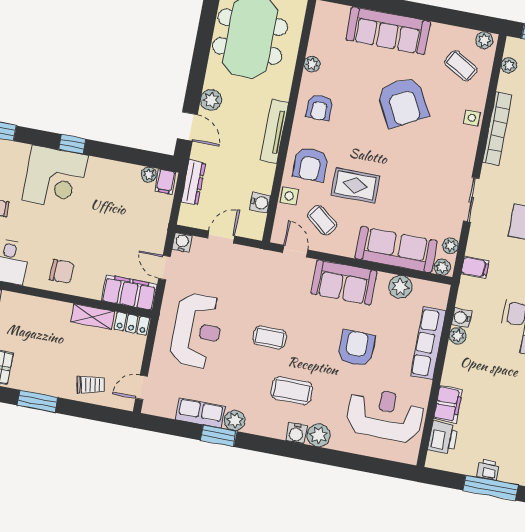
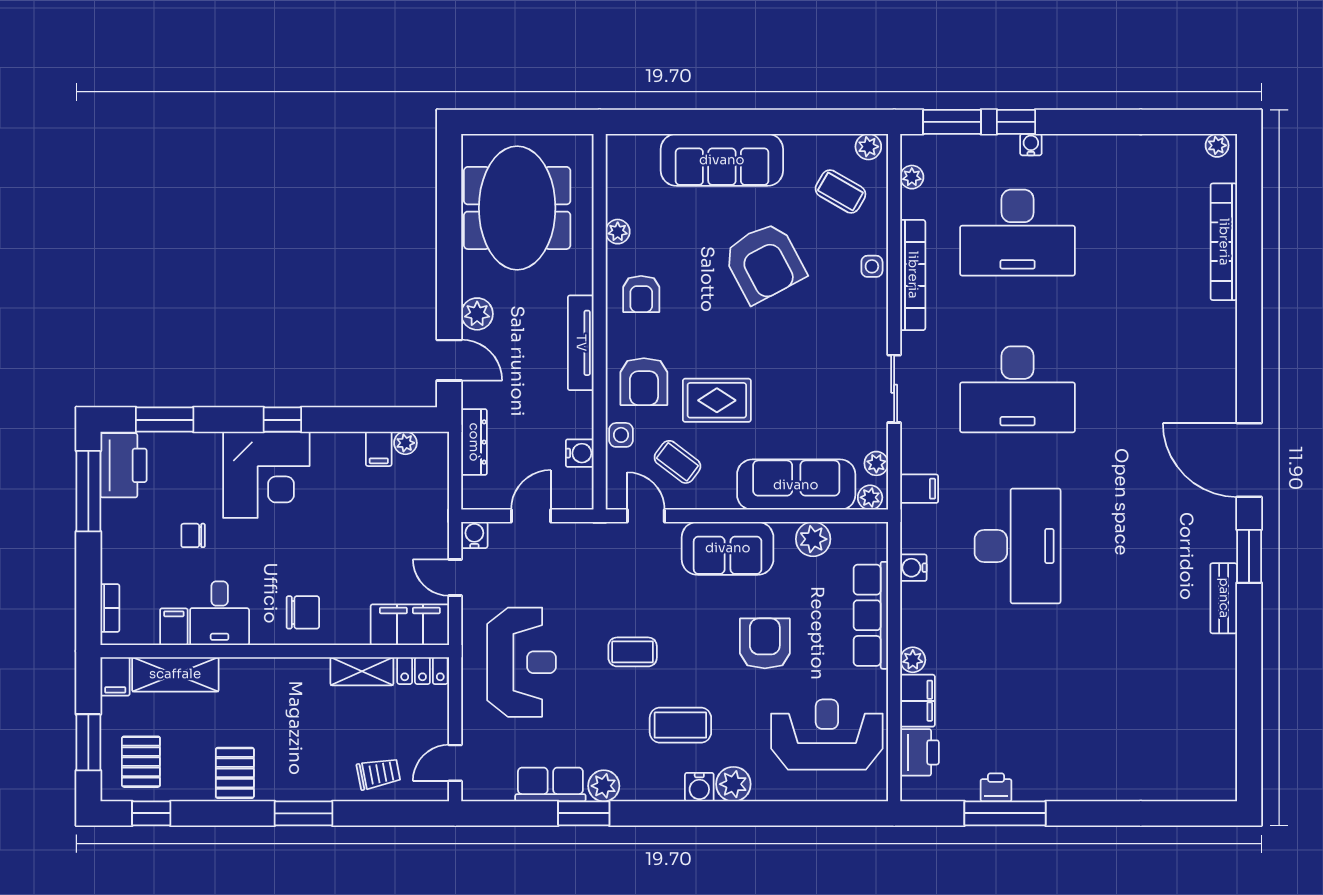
filing cabinet: (165, 182) -> (379, 449), moved
plant: (458, 336) -> (913, 660), moved

